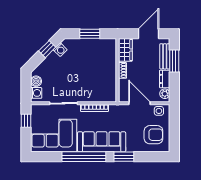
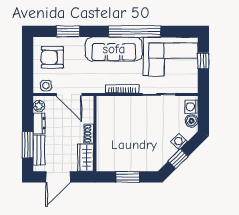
washing machine: (60, 50) -> (179, 142), moved
window: (26, 121) -> (203, 61), moved
window: (124, 157) -> (68, 31), moved

